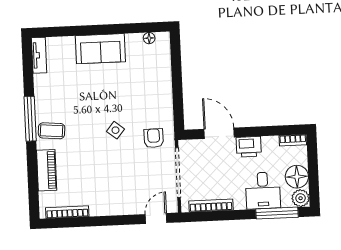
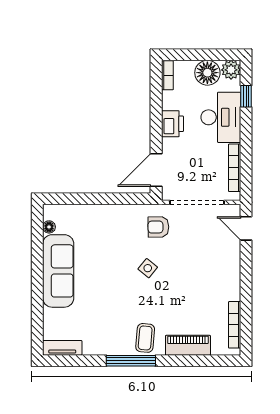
sofa: (100, 49) -> (58, 271), width x1.36
door: (219, 133) -> (156, 170), moved
desk: (263, 191) -> (221, 117), width x1.37
window: (277, 213) -> (246, 96), width x0.46

